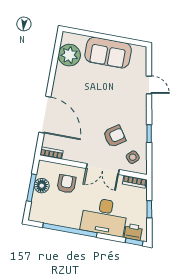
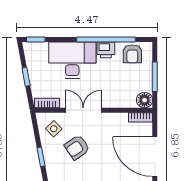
armchair: (66, 184) -> (132, 54), moved
floor lamp: (42, 186) -> (144, 100), moved
printer: (133, 232) -> (106, 50), moved

